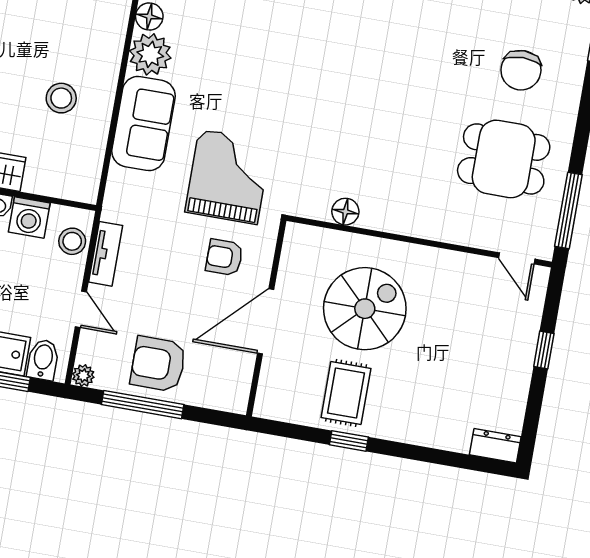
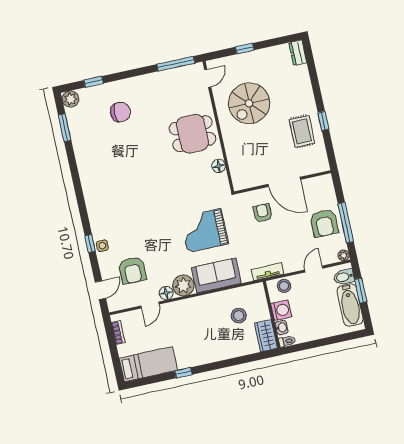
stool: (61, 98) -> (239, 316), moved
dining table: (504, 159) -> (192, 134), moved, turned 90
grand piano: (228, 177) -> (204, 231), moved
tv unit: (106, 254) -> (268, 272), moved
armchair: (224, 257) -> (263, 213), turned 180
spiral stairs: (365, 309) -> (249, 103), moved, turned -90
rug: (346, 393) -> (302, 131), turned 90

